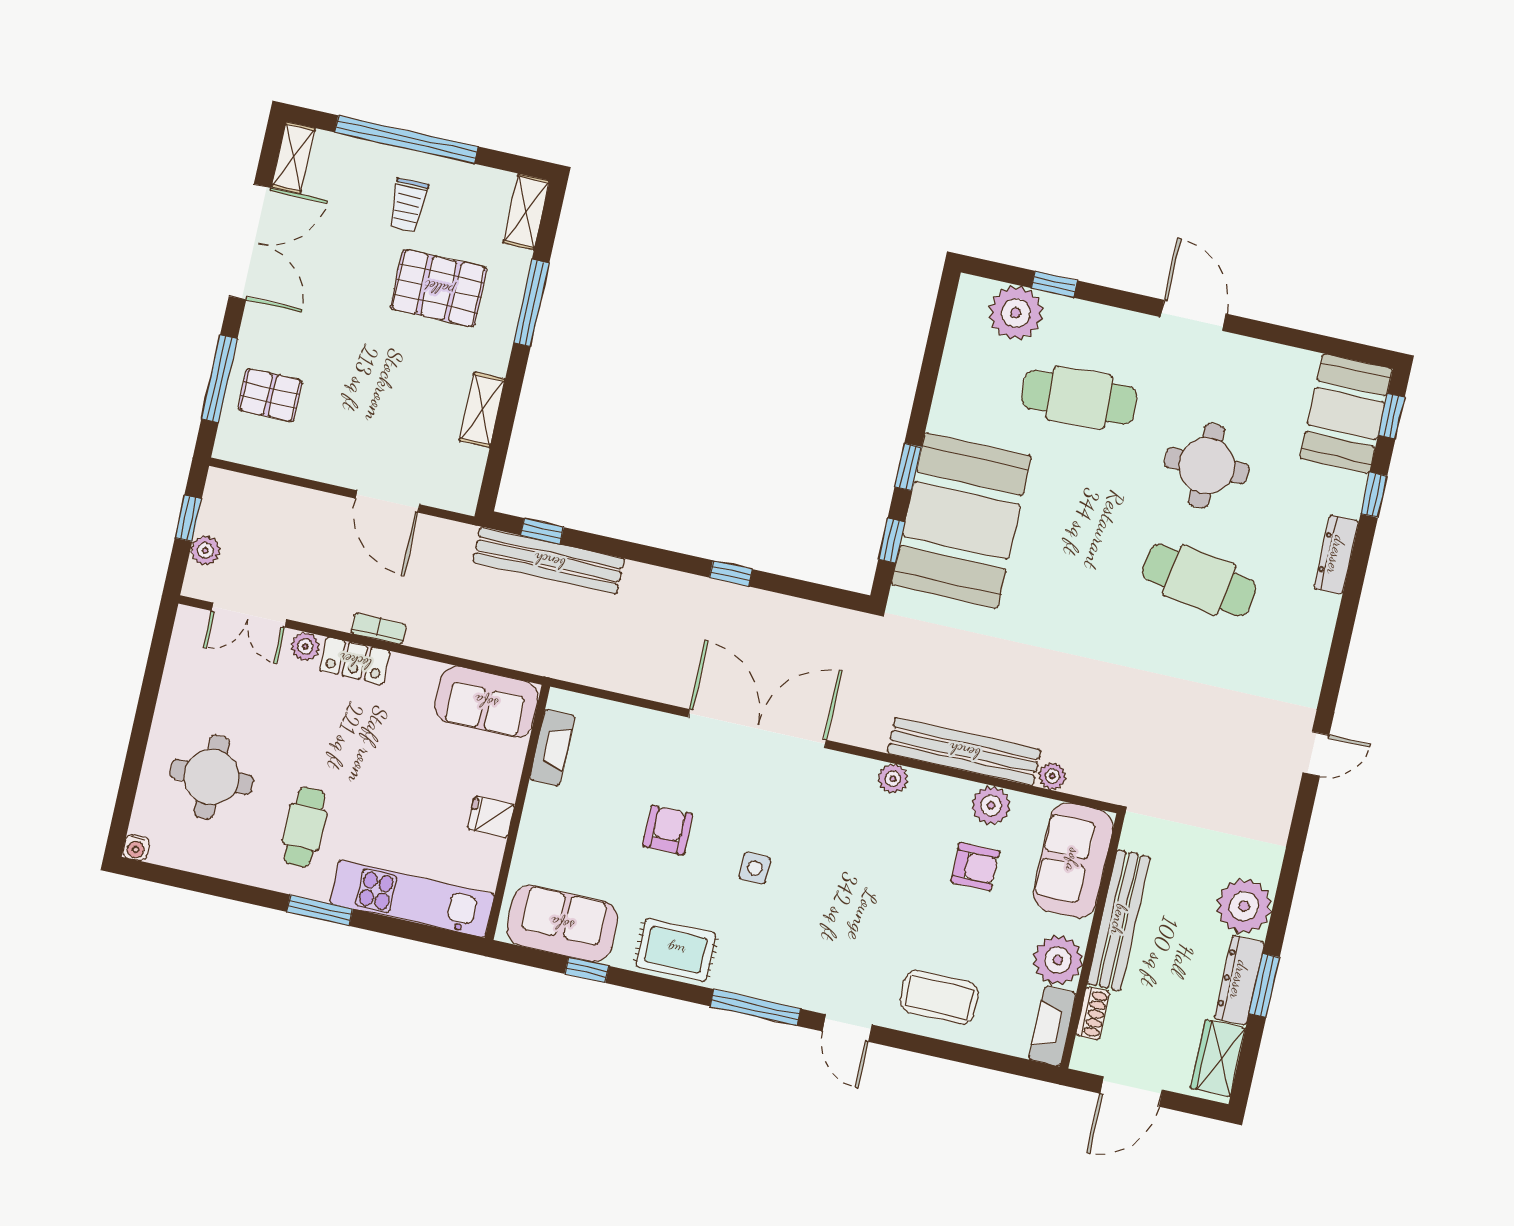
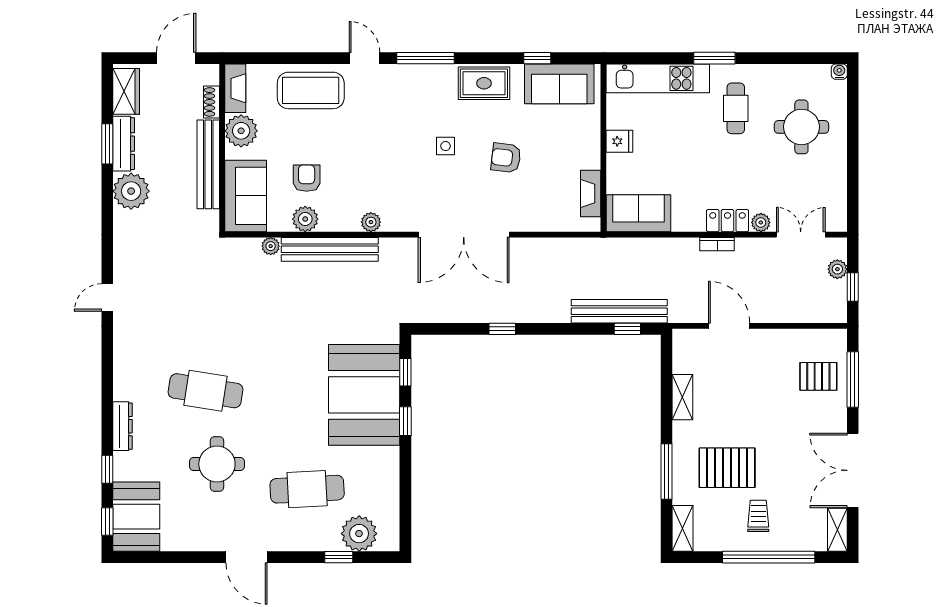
armchair: (668, 830) -> (506, 158), turned 97
armchair: (975, 867) -> (307, 178), turned 90
coffee table: (939, 997) -> (311, 90), width x1.36, depth x1.32

